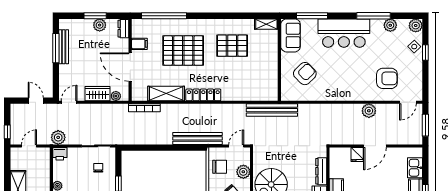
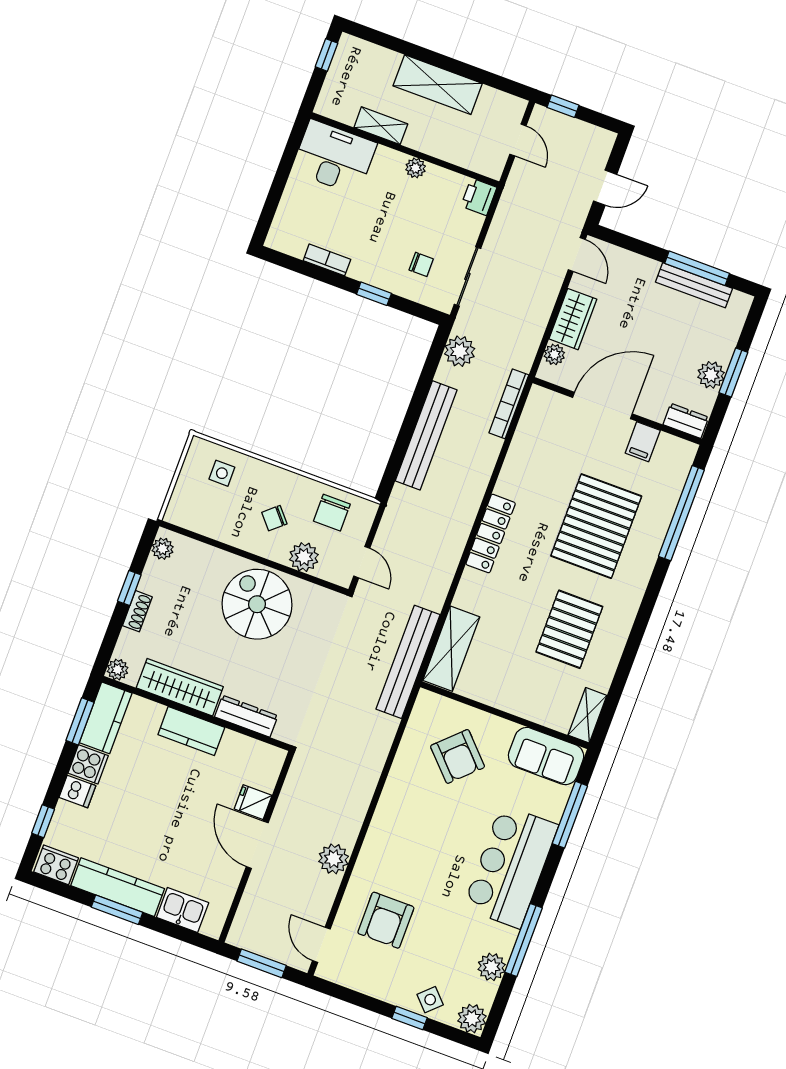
shelving: (166, 94) -> (451, 649), moved
plant: (58, 137) -> (460, 351), moved
bench: (197, 138) -> (426, 435), moved

